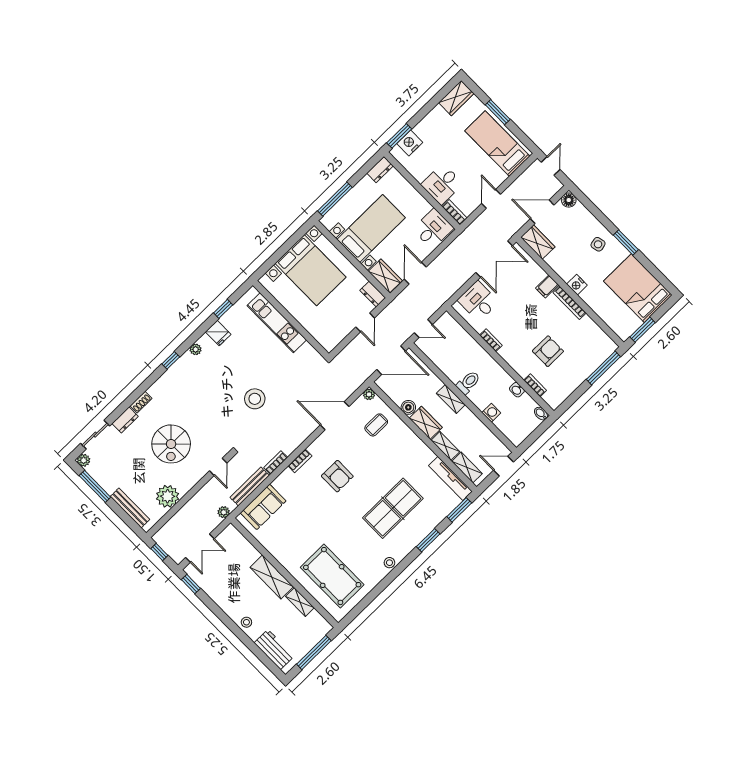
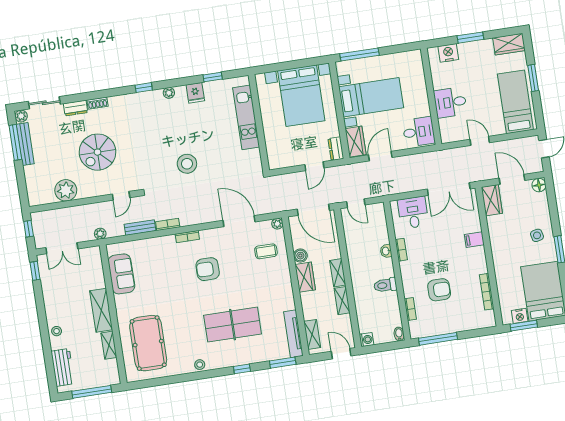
window: (399, 136) -> (470, 38), moved
dresser: (380, 170) -> (411, 57), removed
door: (491, 199) -> (480, 141), hinge flipped
bookcase: (455, 212) -> (444, 131), removed
nightstand: (577, 285) -> (520, 316), moved, turned -90
bookcase: (570, 303) -> (487, 292), moved
window: (603, 368) -> (438, 339), moved
toilet: (468, 382) -> (385, 285), moved, turned 180
washbasin: (517, 390) -> (386, 251), moved
washing machine: (491, 413) -> (366, 340), moved
shelving: (445, 446) -> (342, 301), moved
armchair: (337, 476) -> (208, 269), turned 90
bench: (250, 486) -> (140, 228), width x0.73
sofa: (263, 507) -> (121, 274), moved, turned -90
bench: (130, 508) -> (25, 144), moved
window: (428, 540) -> (242, 369), width x0.67

